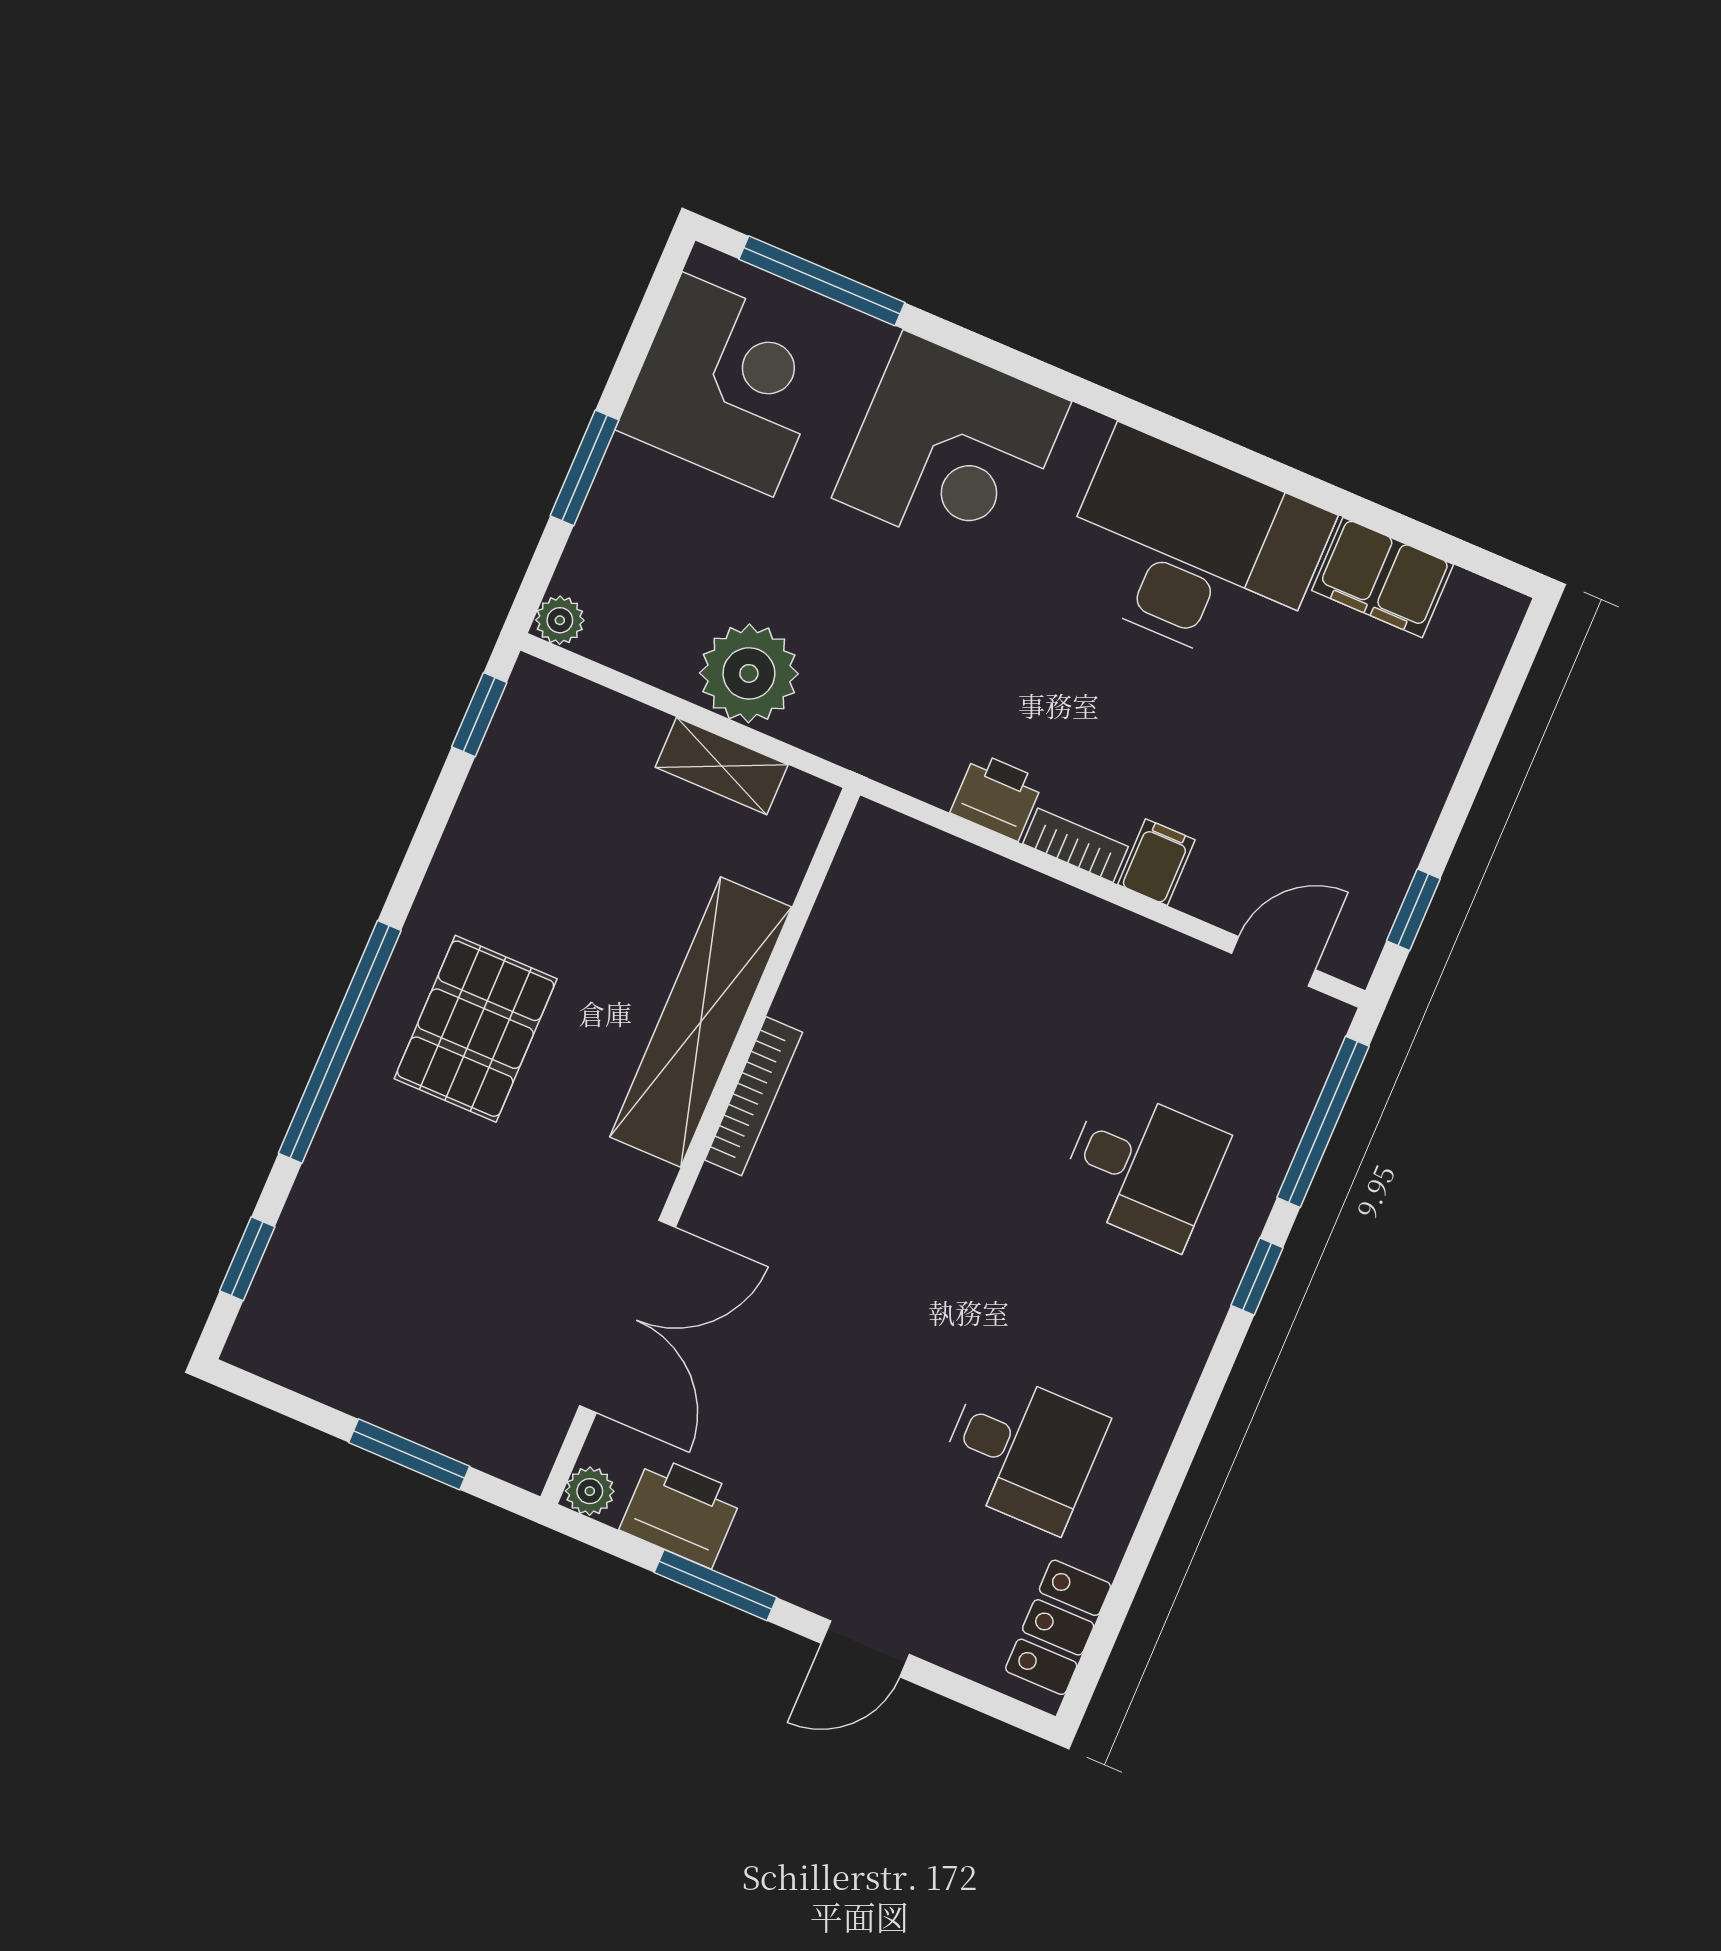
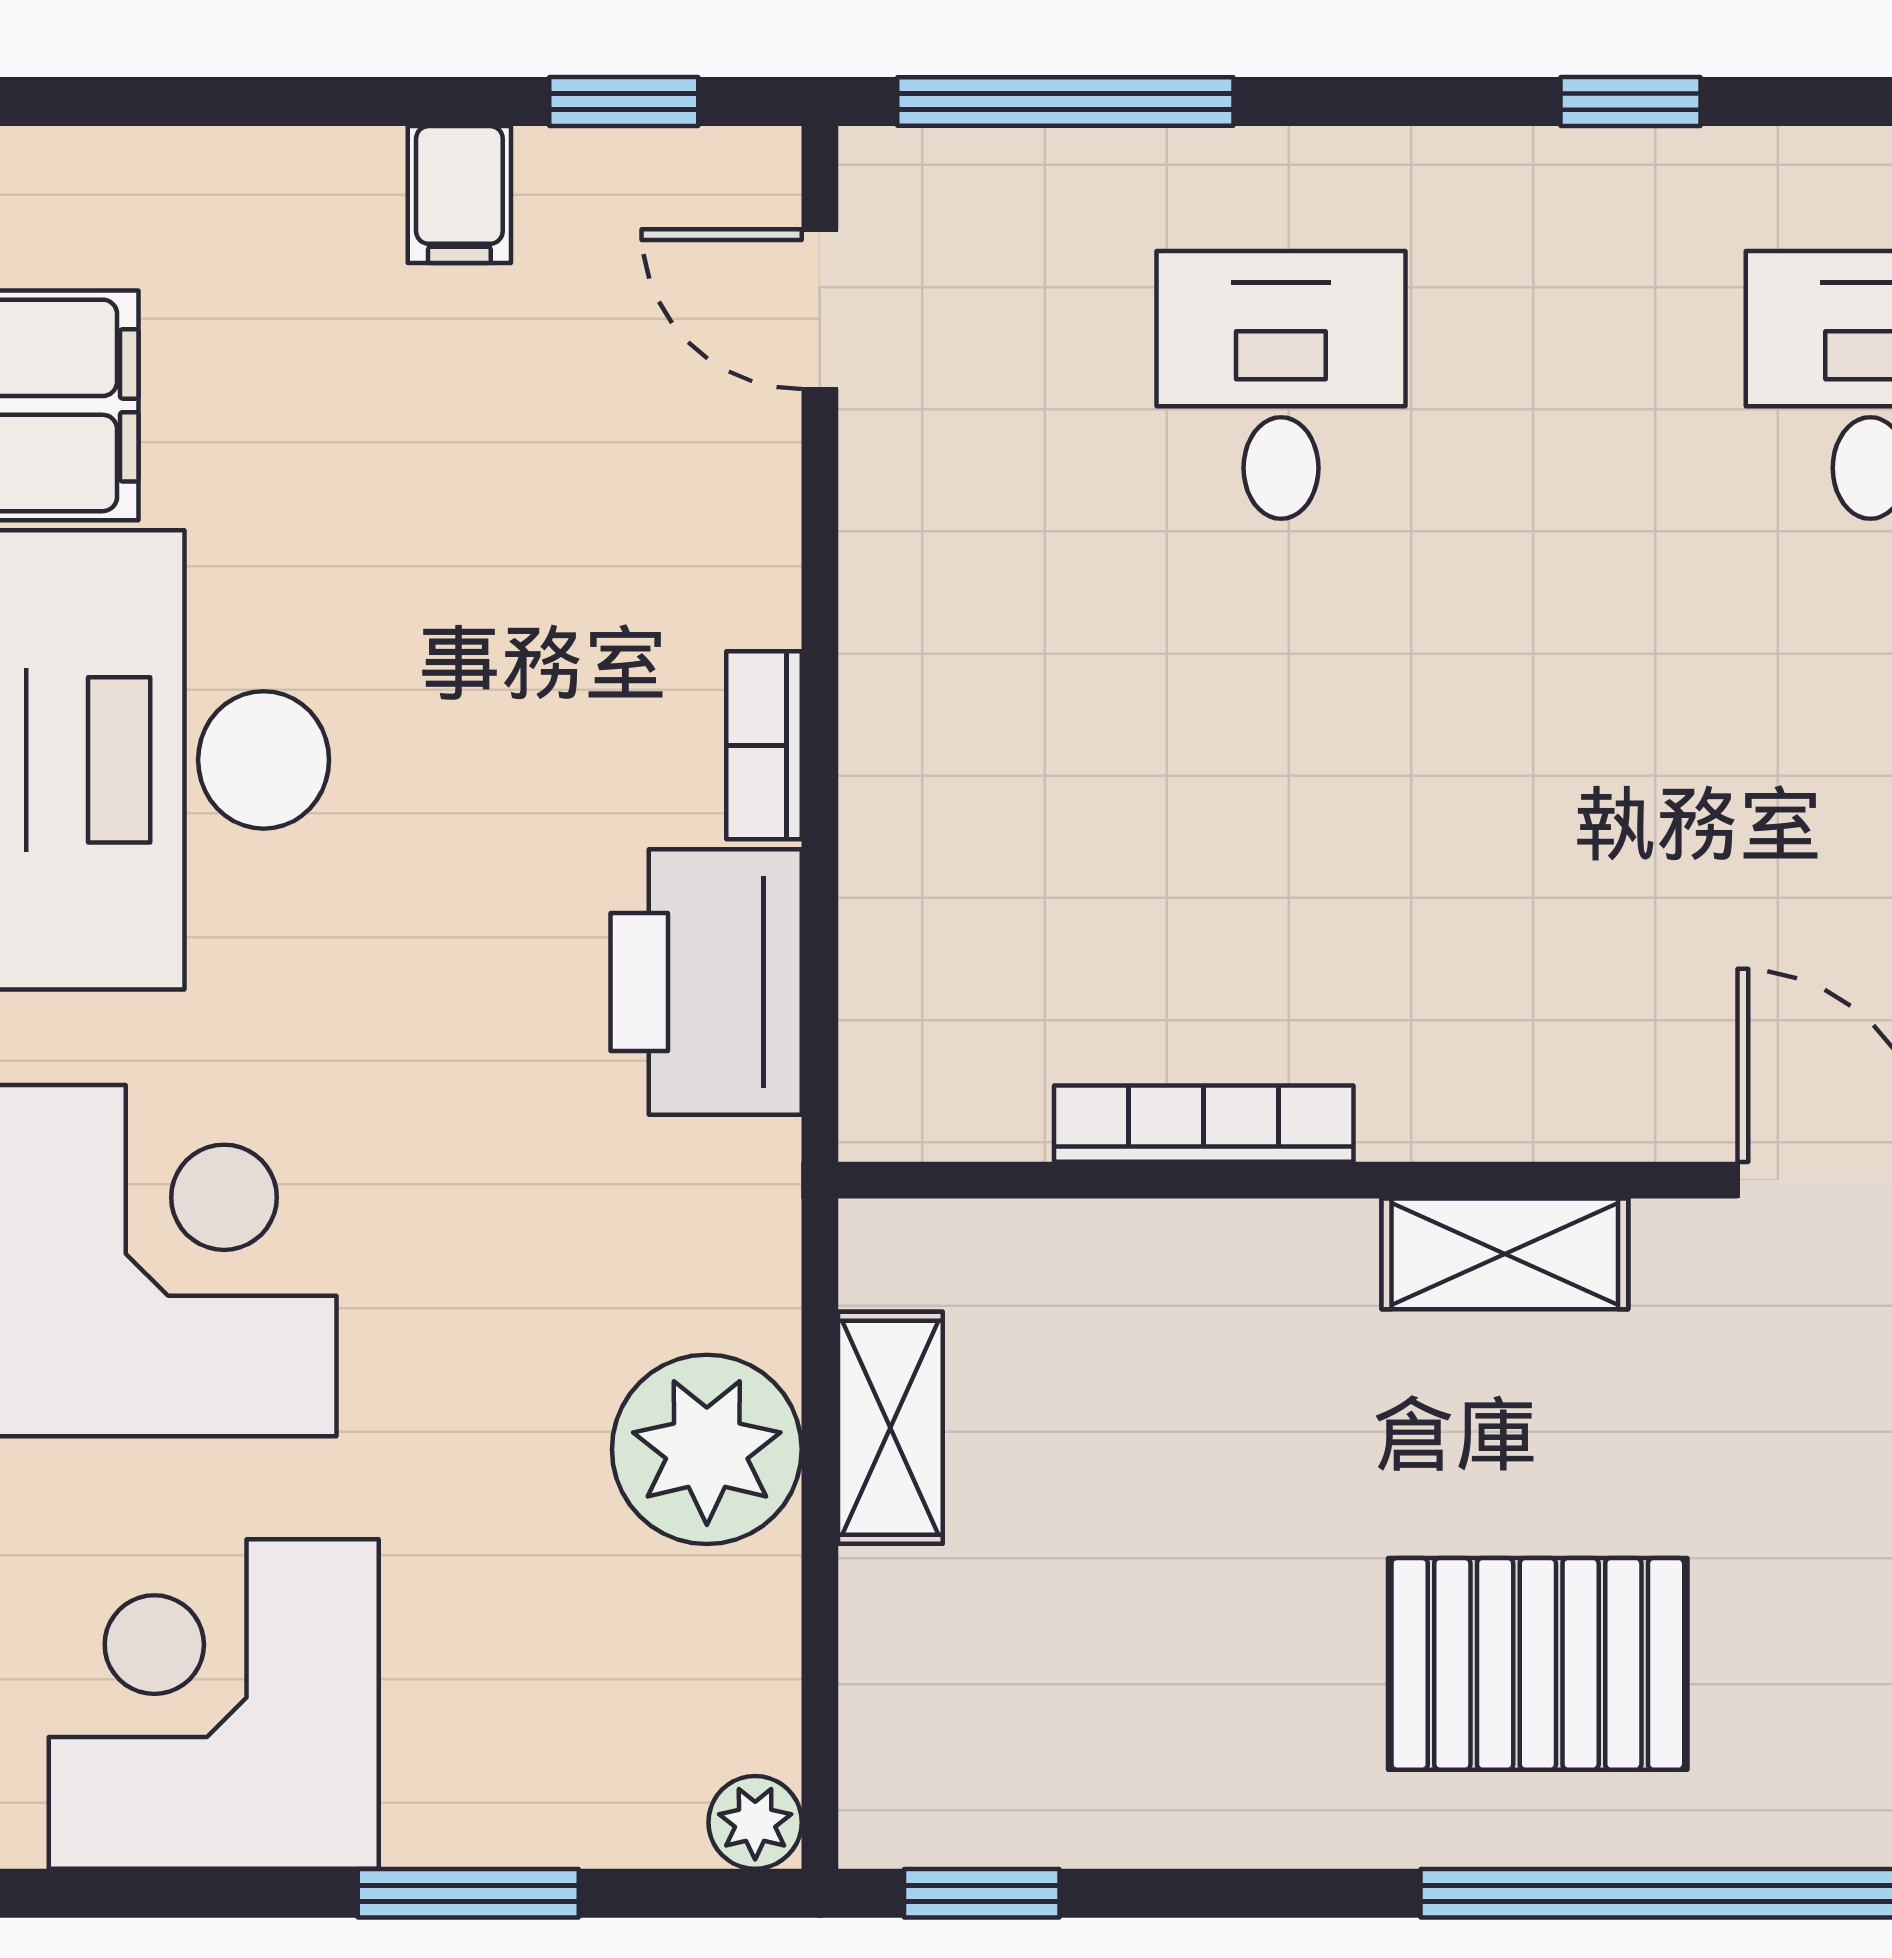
printer: (997, 796) -> (706, 982), width x1.87, depth x1.48
filing cabinet: (1156, 862) -> (459, 195), moved, turned -90
shelving: (701, 1022) -> (1505, 1254), width x0.45, depth x0.75
bookcase: (754, 1096) -> (1204, 1124), moved
window: (1257, 1277) -> (1631, 102), moved

